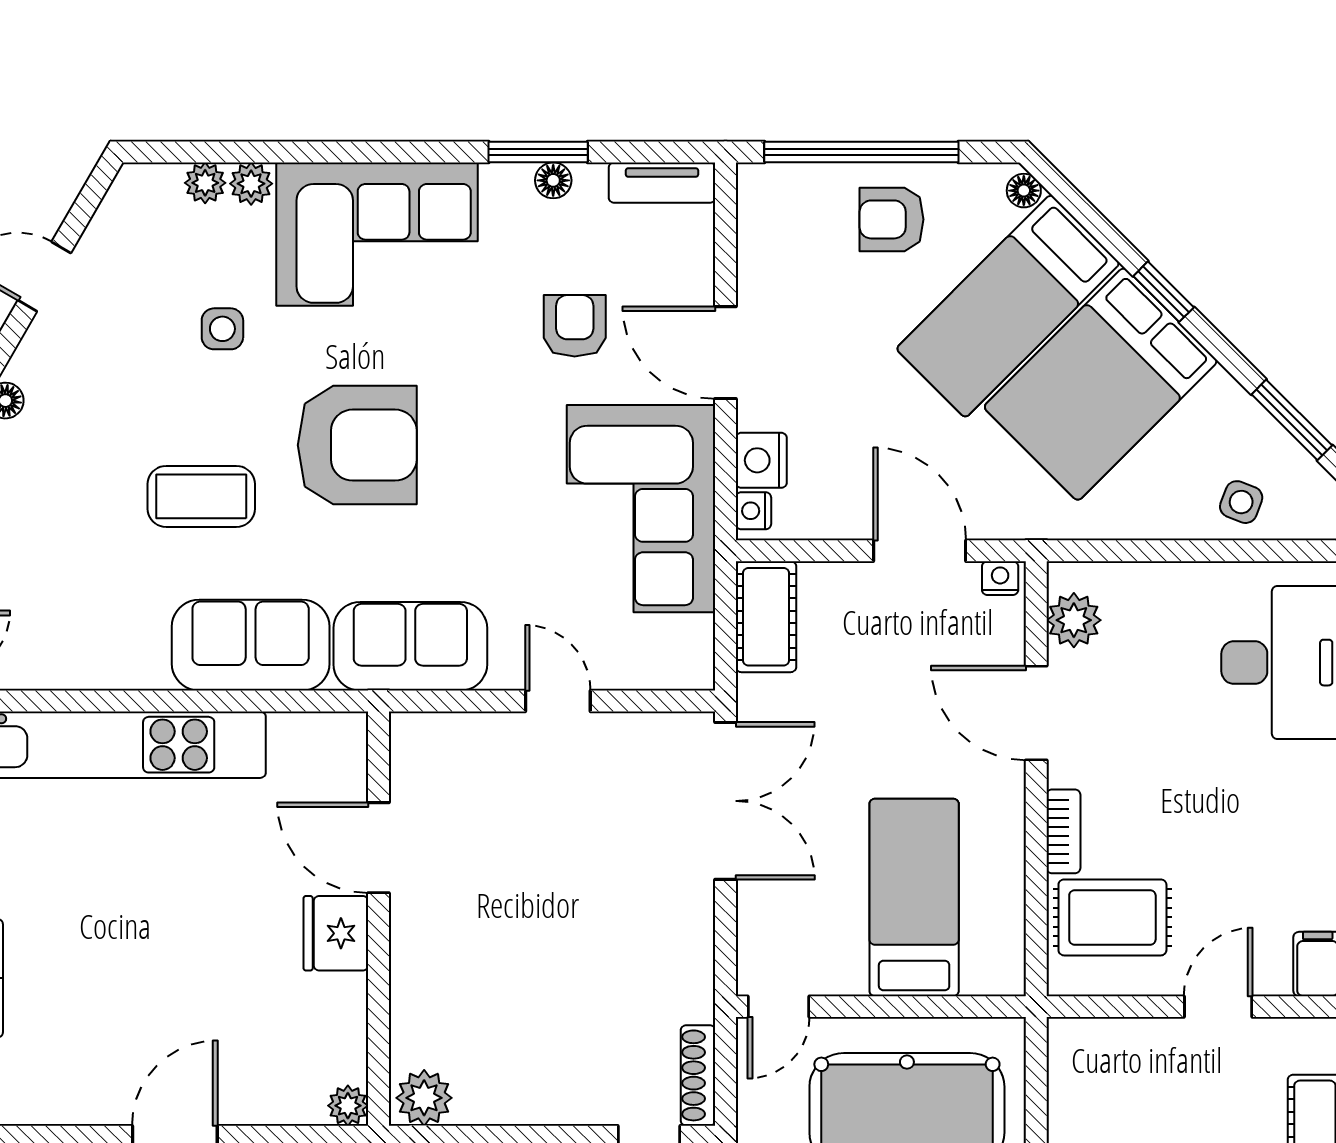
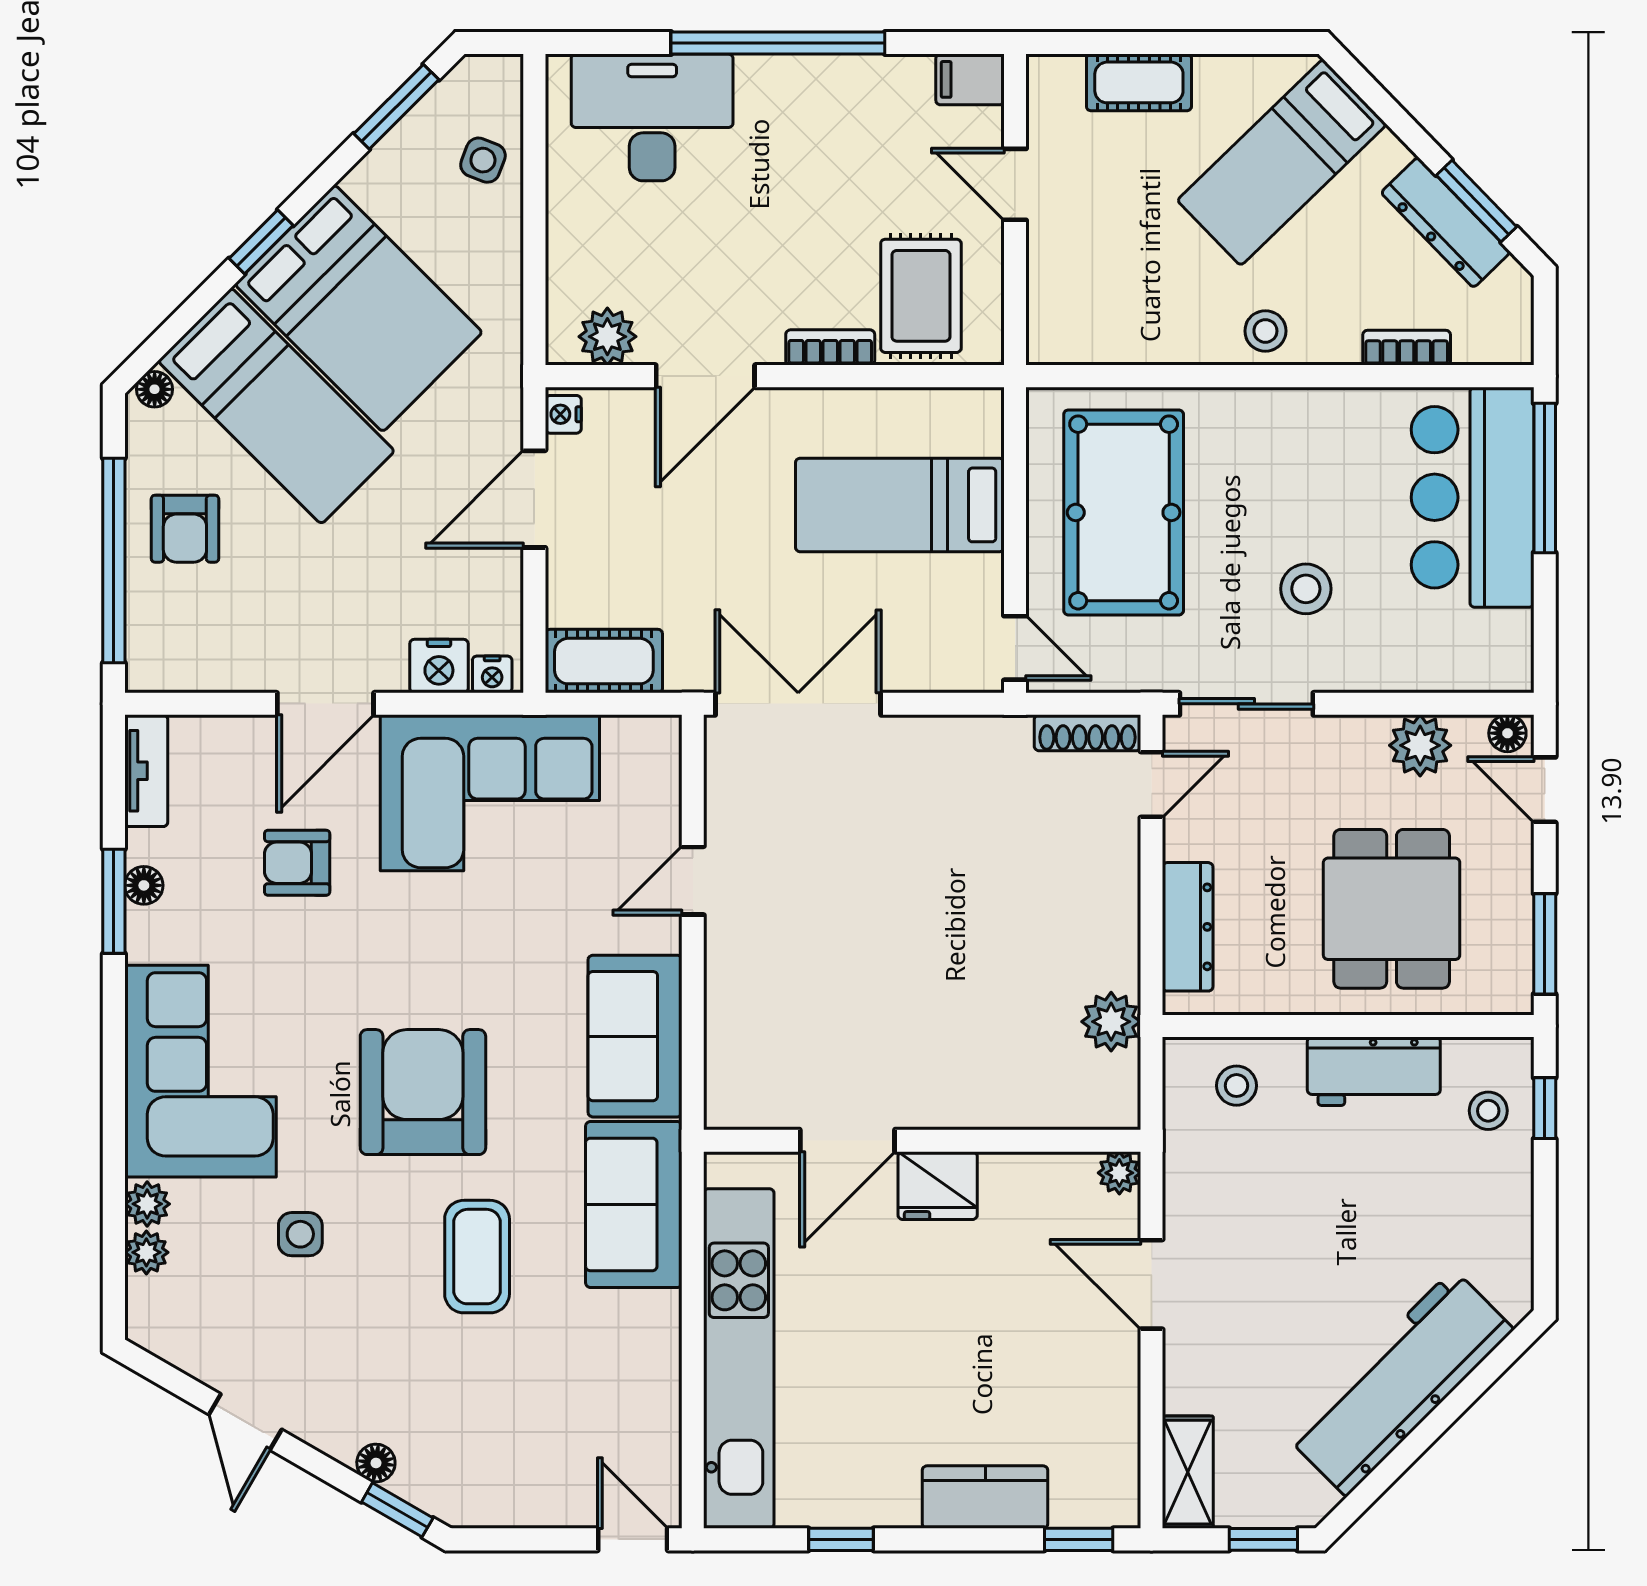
door: (378, 848) -> (847, 1141), moved
wall: (378, 919) -> (922, 1141), moved
fridge: (336, 933) -> (938, 1186), moved
plant: (348, 1106) -> (1119, 1173), moved

